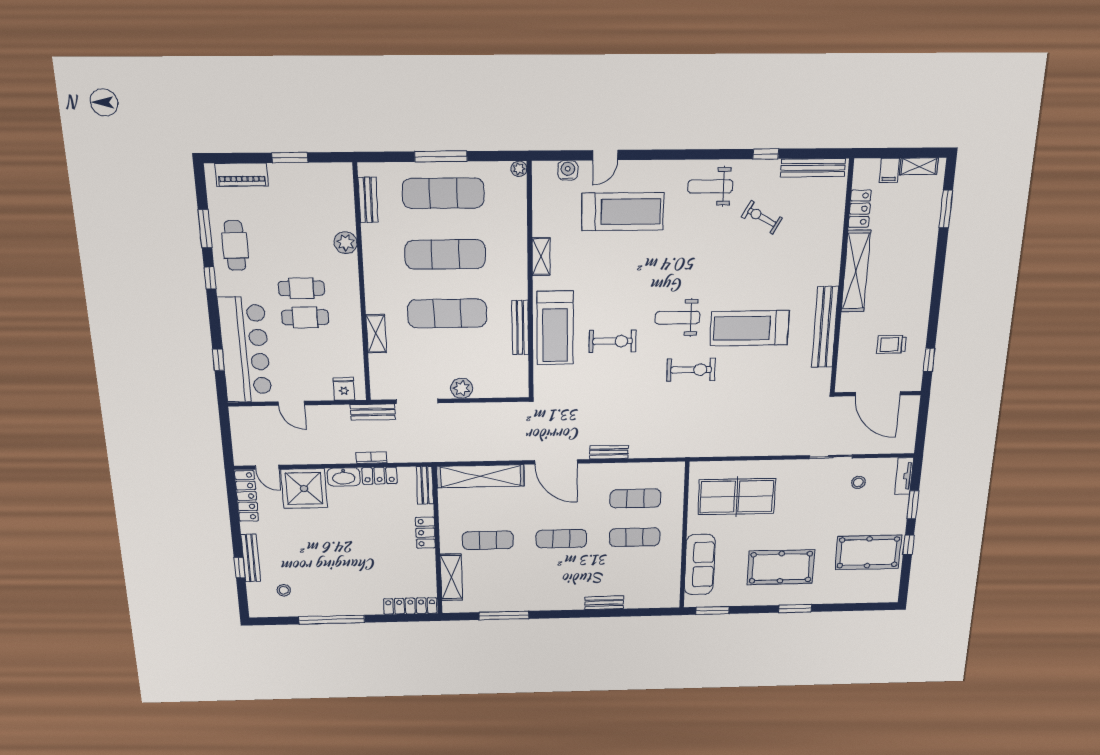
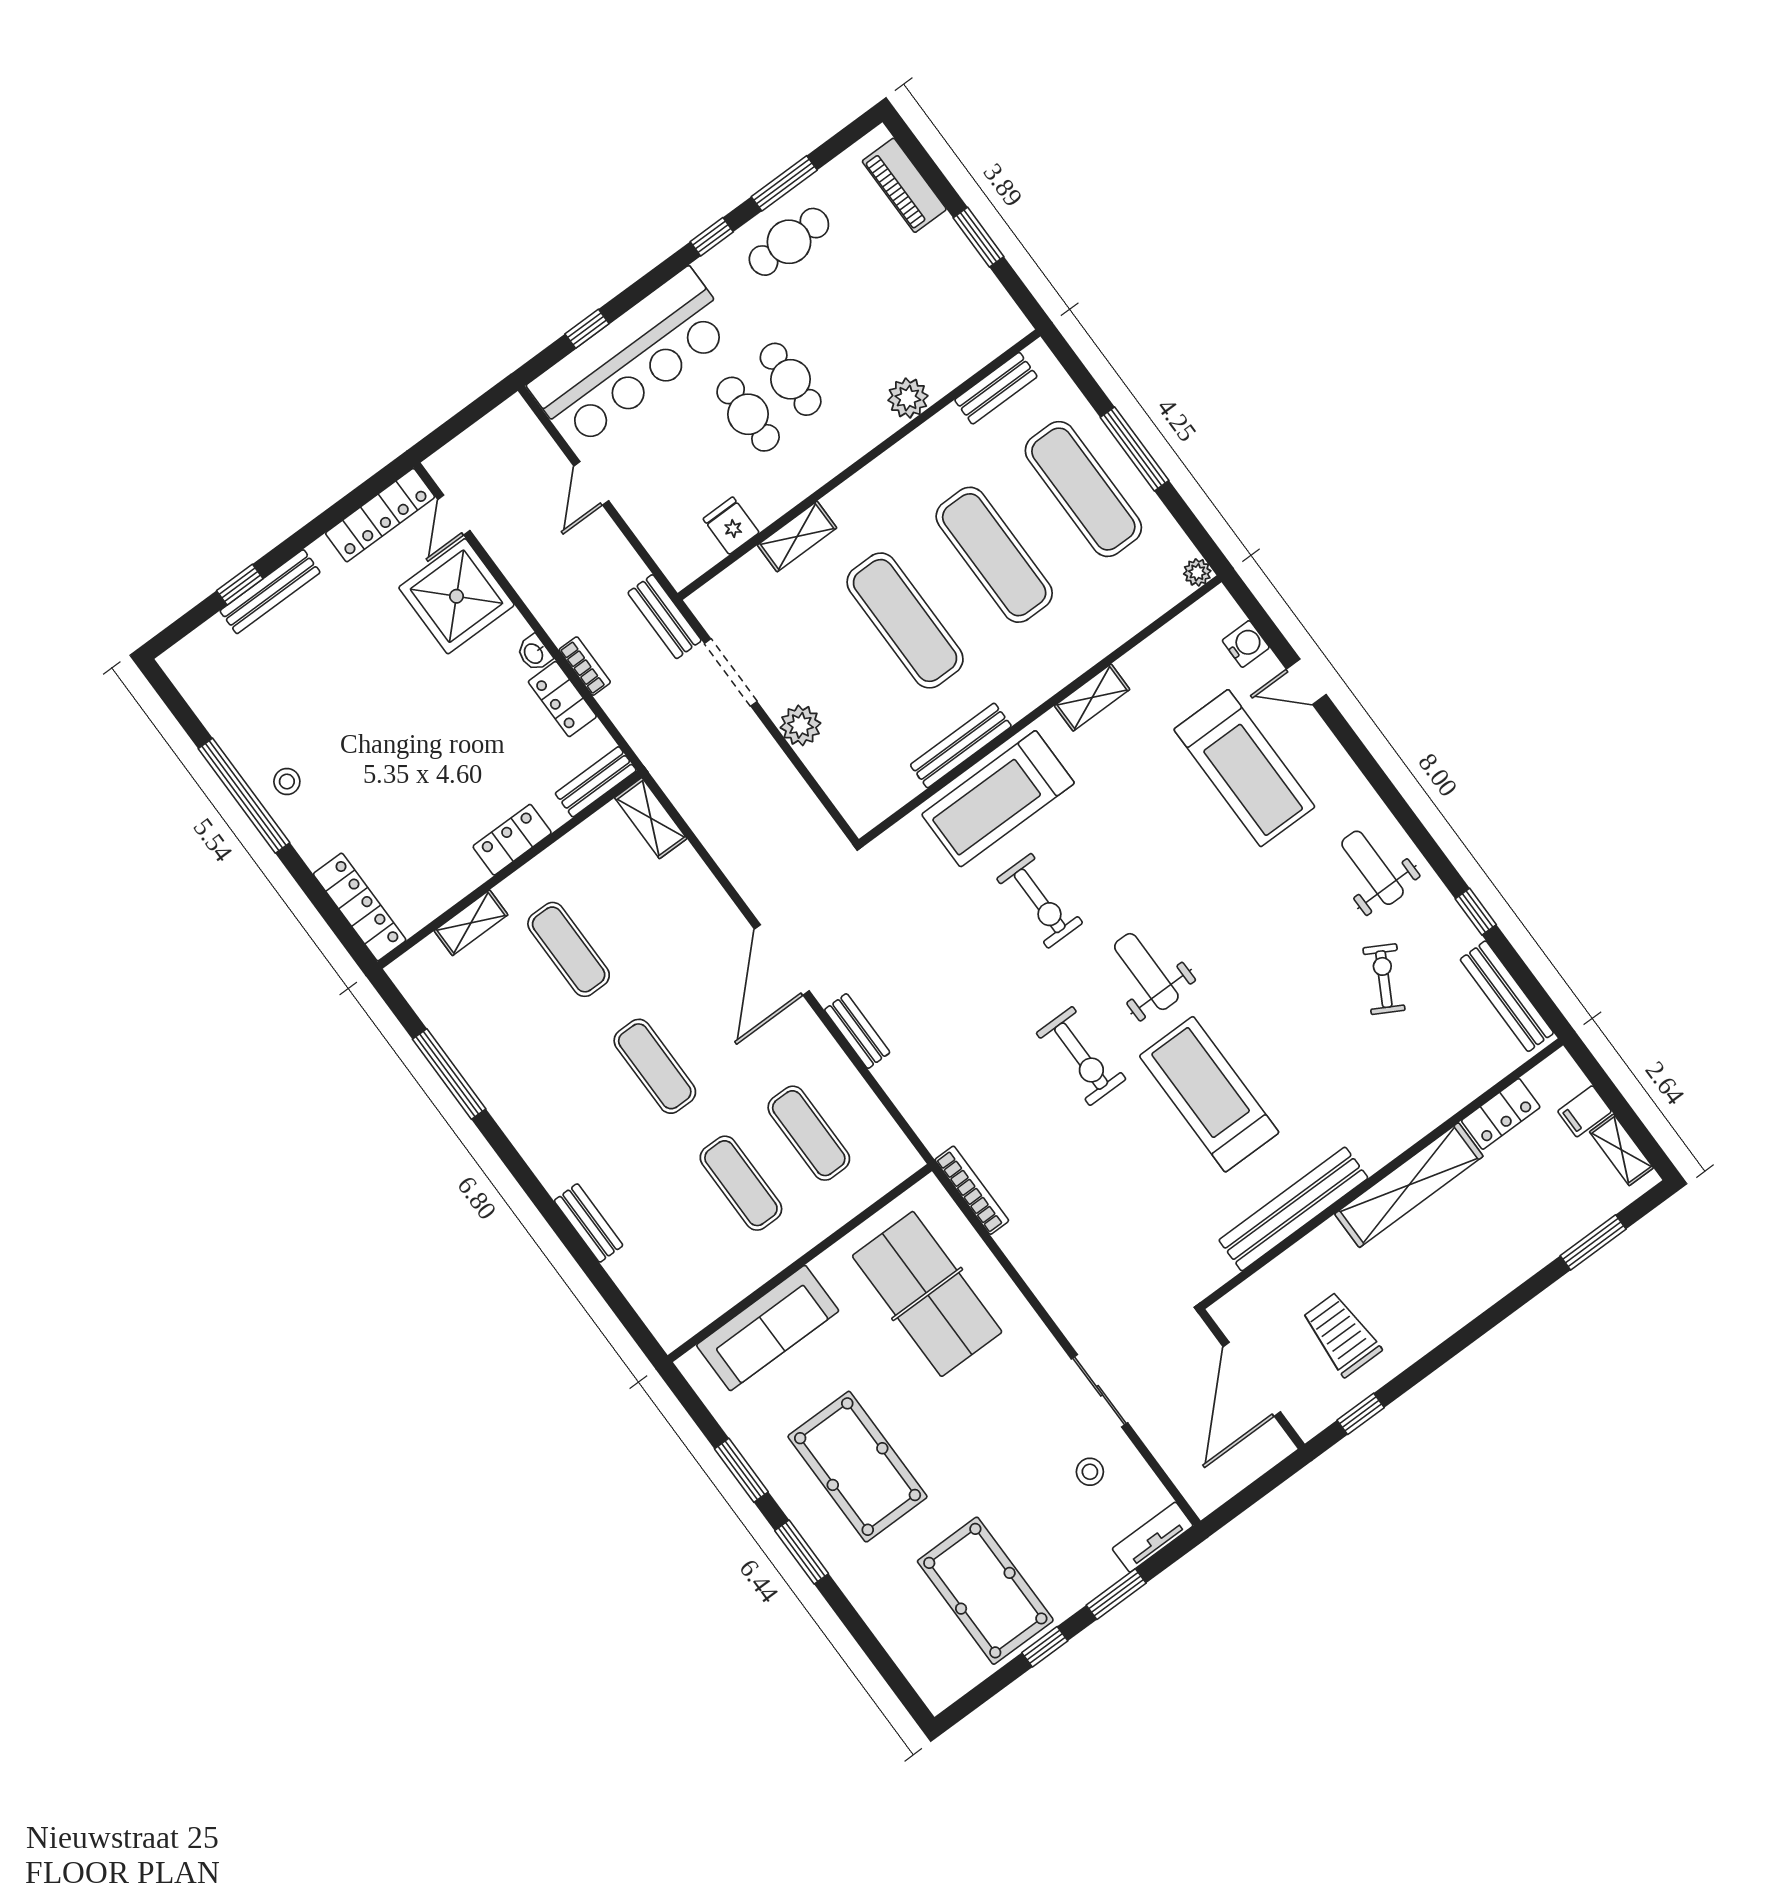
trolley: (891, 344) -> (1342, 1334), width x1.36, depth x1.39
fridge: (344, 389) -> (731, 526), moved, turned -90
bookcase: (710, 451) -> (972, 1190), added
shelving: (481, 476) -> (651, 818), width x0.45, depth x0.75
washbasin: (344, 477) -> (534, 653), width x0.52, depth x0.69
shelving: (451, 577) -> (471, 923), width x0.67, depth x0.75
stool: (284, 590) -> (287, 781), moved
window: (712, 610) -> (741, 1470), moved

